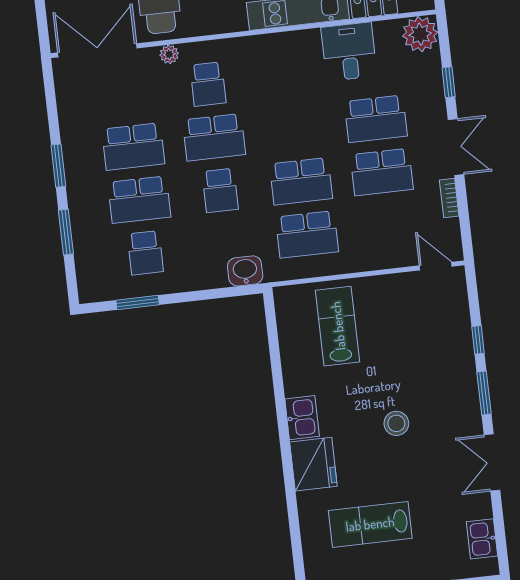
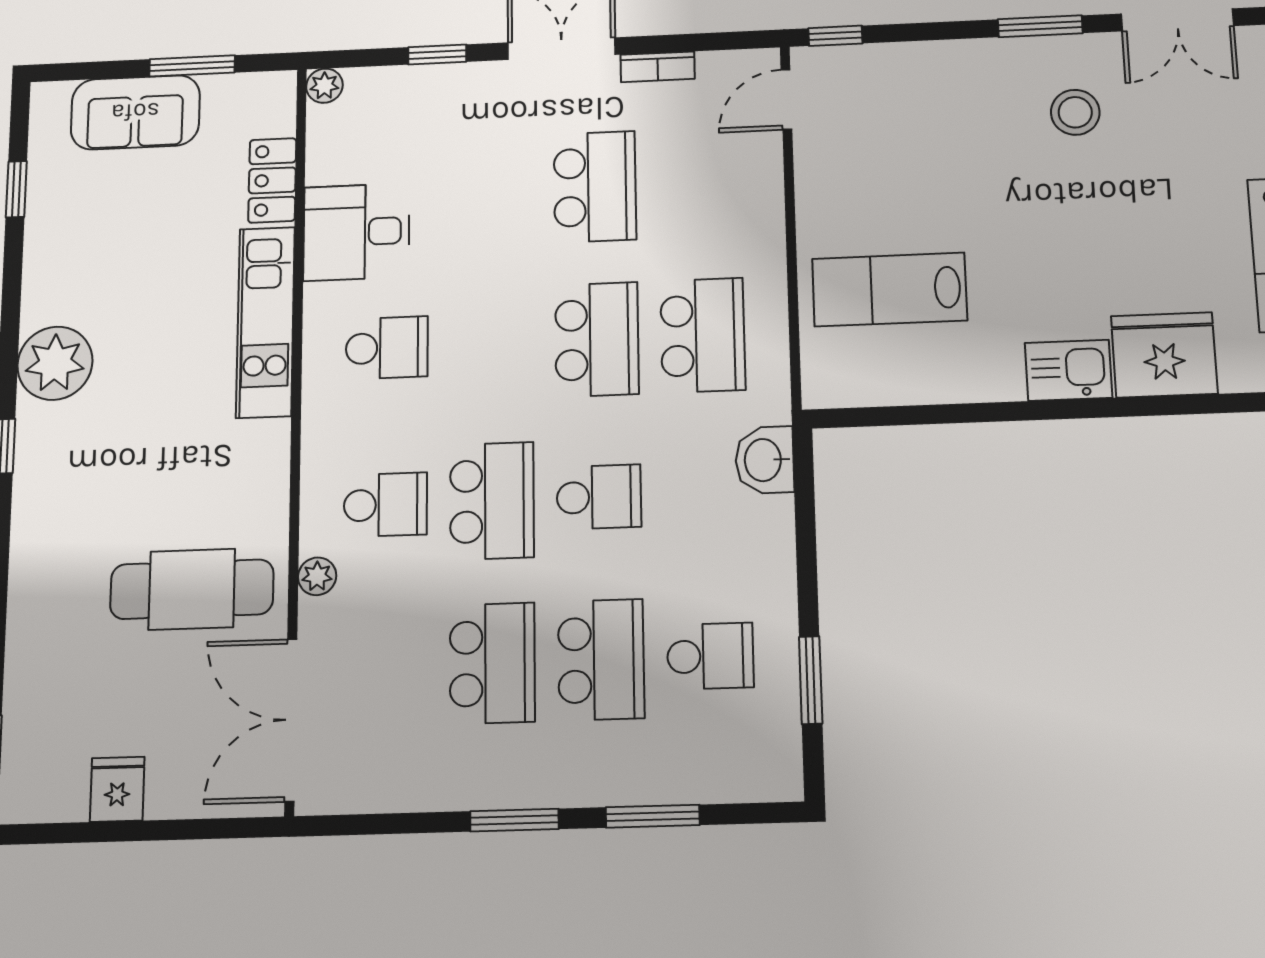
plant: (420, 34) -> (324, 86), width x0.53, depth x0.53
school desk: (376, 119) -> (387, 348), moved, width x0.54
window: (478, 340) -> (835, 36), moved
stool: (396, 423) -> (1075, 112), moved

